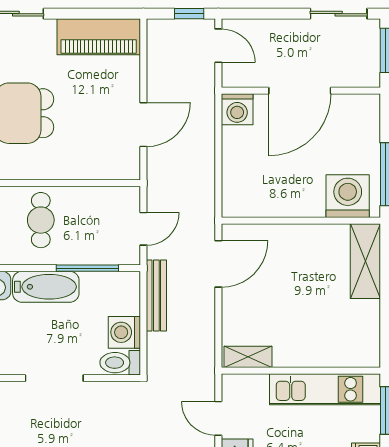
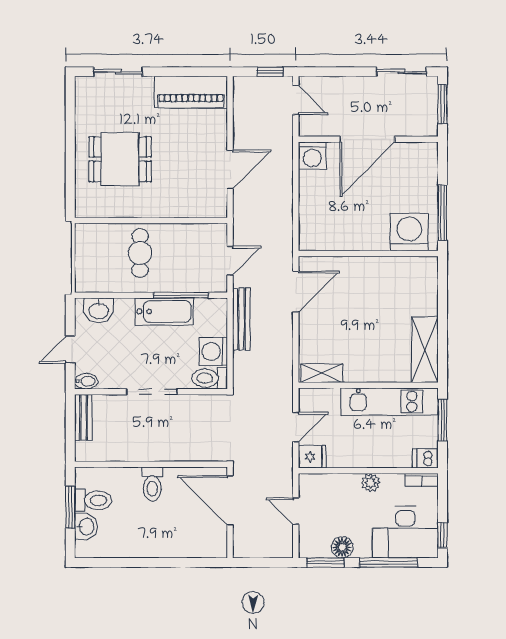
shelving: (365, 261) -> (425, 350), moved
bathtub: (46, 287) -> (164, 312), moved
door: (218, 418) -> (296, 427), swing flipped

